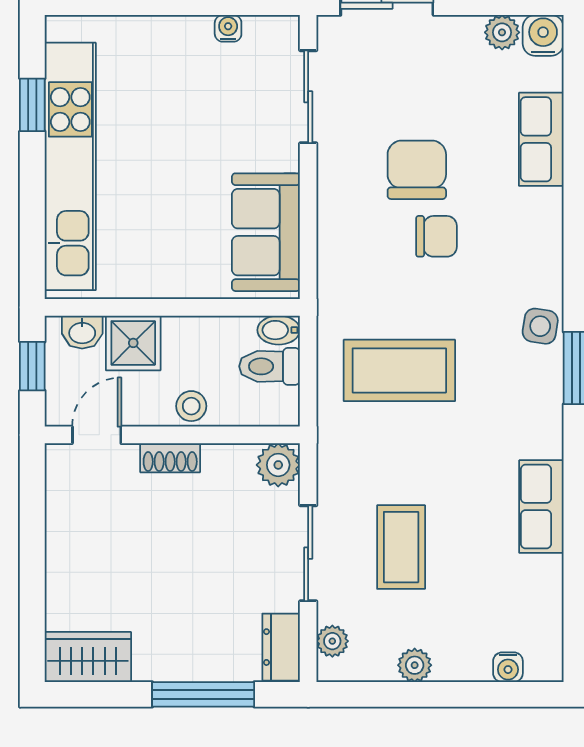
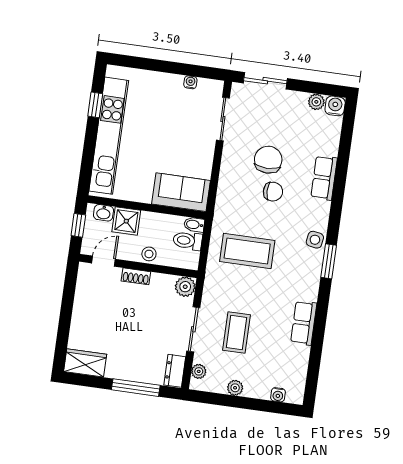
row of seats: (541, 139) -> (324, 178), moved
sofa: (266, 232) -> (181, 192), moved, turned 90

